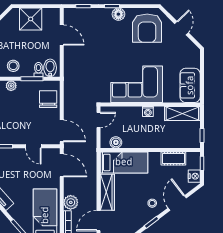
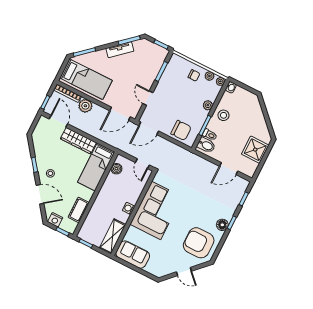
door: (33, 146) -> (148, 98), hinge flipped

